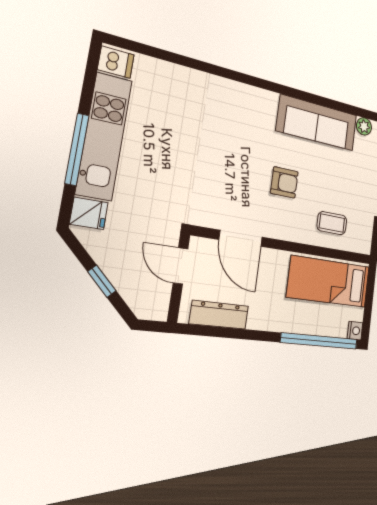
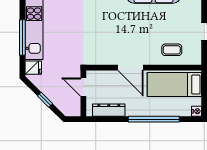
armchair: (284, 182) -> (137, 32), removed
door: (241, 238) -> (131, 68), moved
window: (320, 341) -> (154, 119), moved

